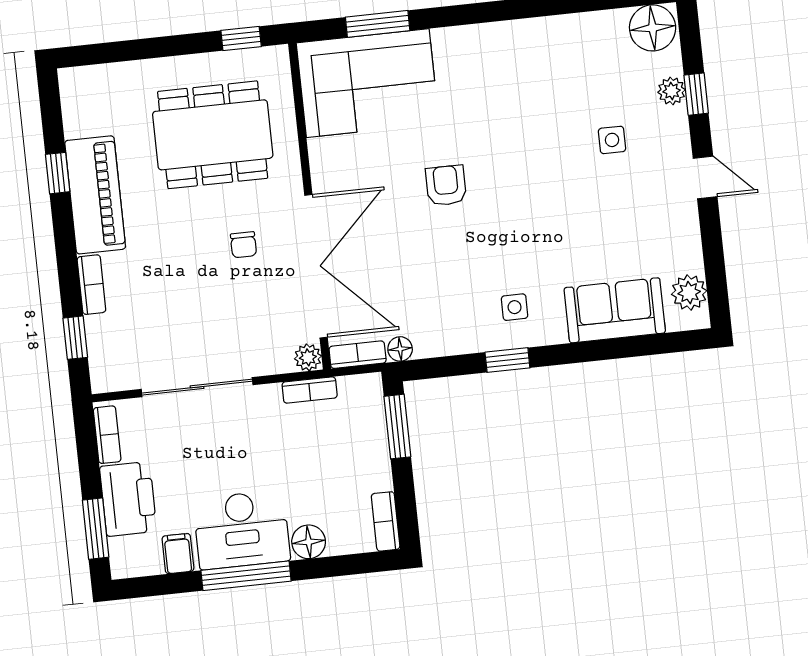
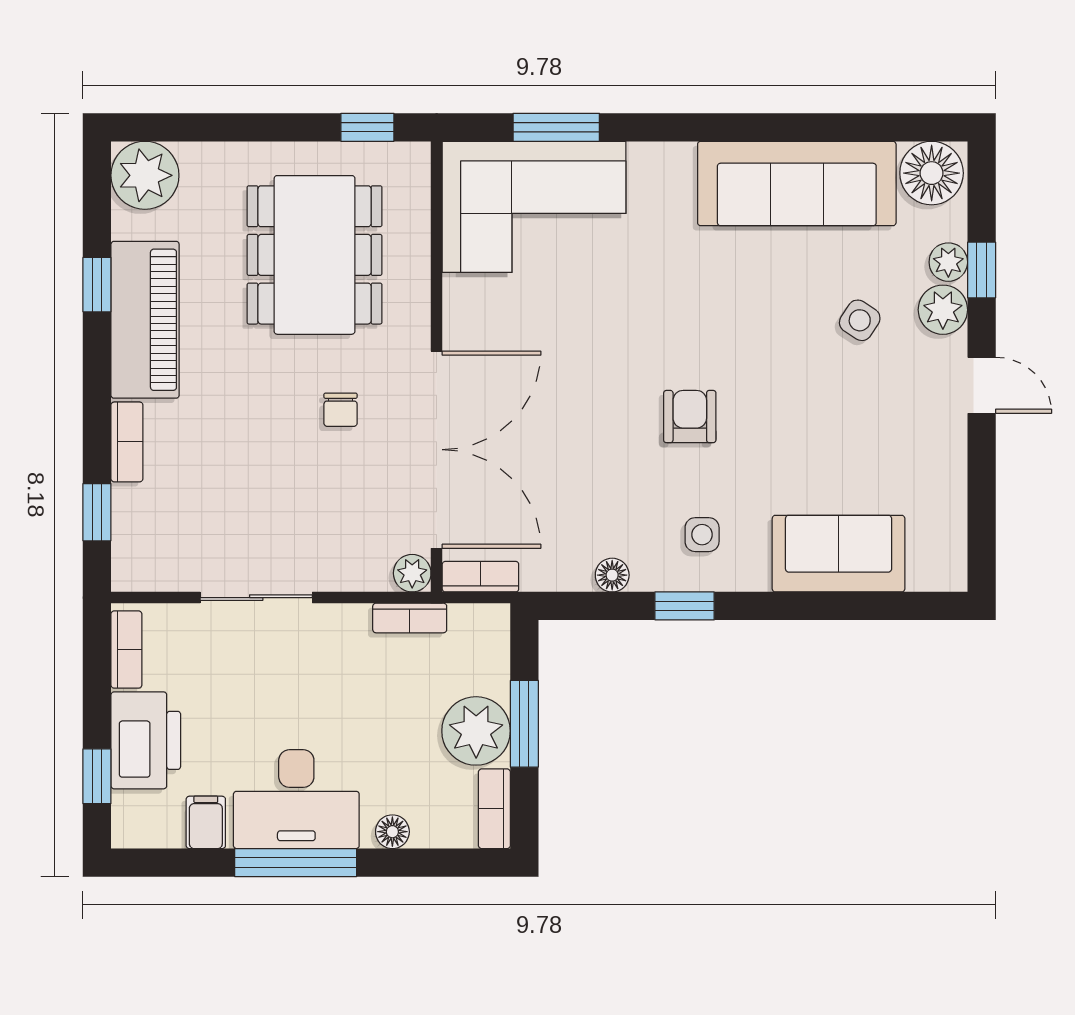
sofa: (556, 46) -> (797, 183), added
plant: (84, 90) -> (145, 175), added
dining table: (213, 135) -> (315, 255), turned 90
side table: (612, 140) -> (860, 320), turned 33
armchair: (446, 185) -> (690, 417), moved
plant: (689, 293) -> (943, 310), moved
floor lamp: (400, 349) -> (612, 575), moved
sliding door: (197, 387) -> (256, 598), width x0.73
window: (397, 427) -> (524, 724), moved
plant: (366, 467) -> (476, 731), added
window: (96, 529) -> (97, 776), width x0.67
floor lamp: (309, 542) -> (392, 832), width x0.73, depth x0.73

